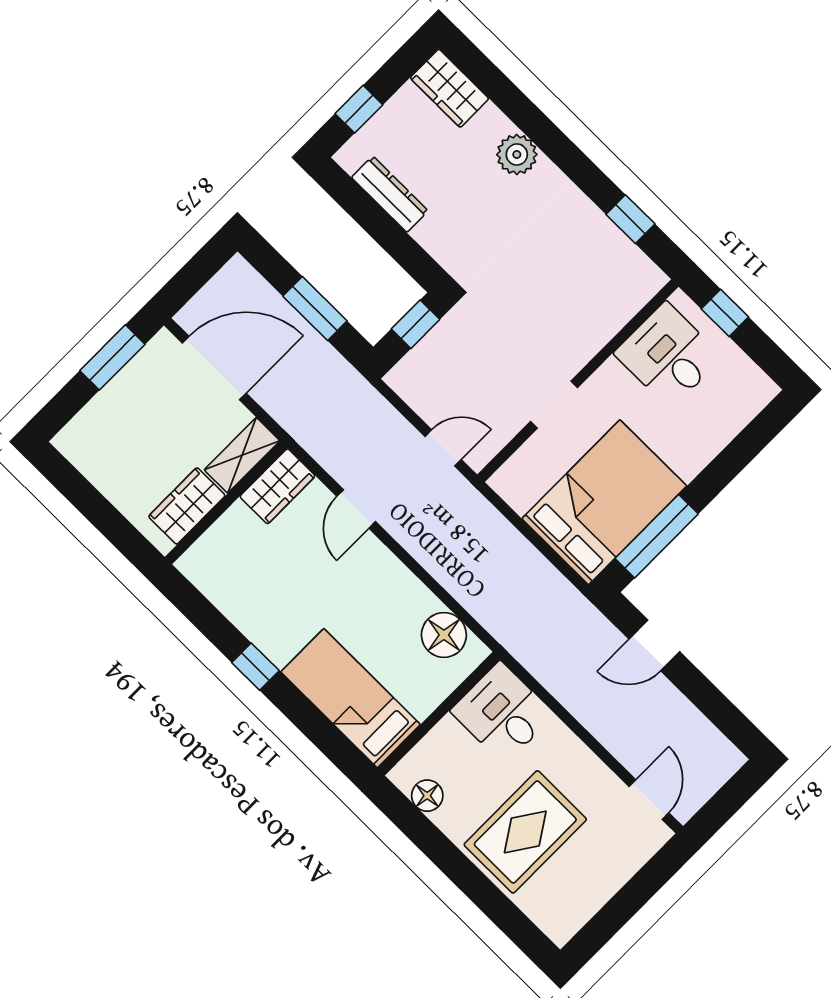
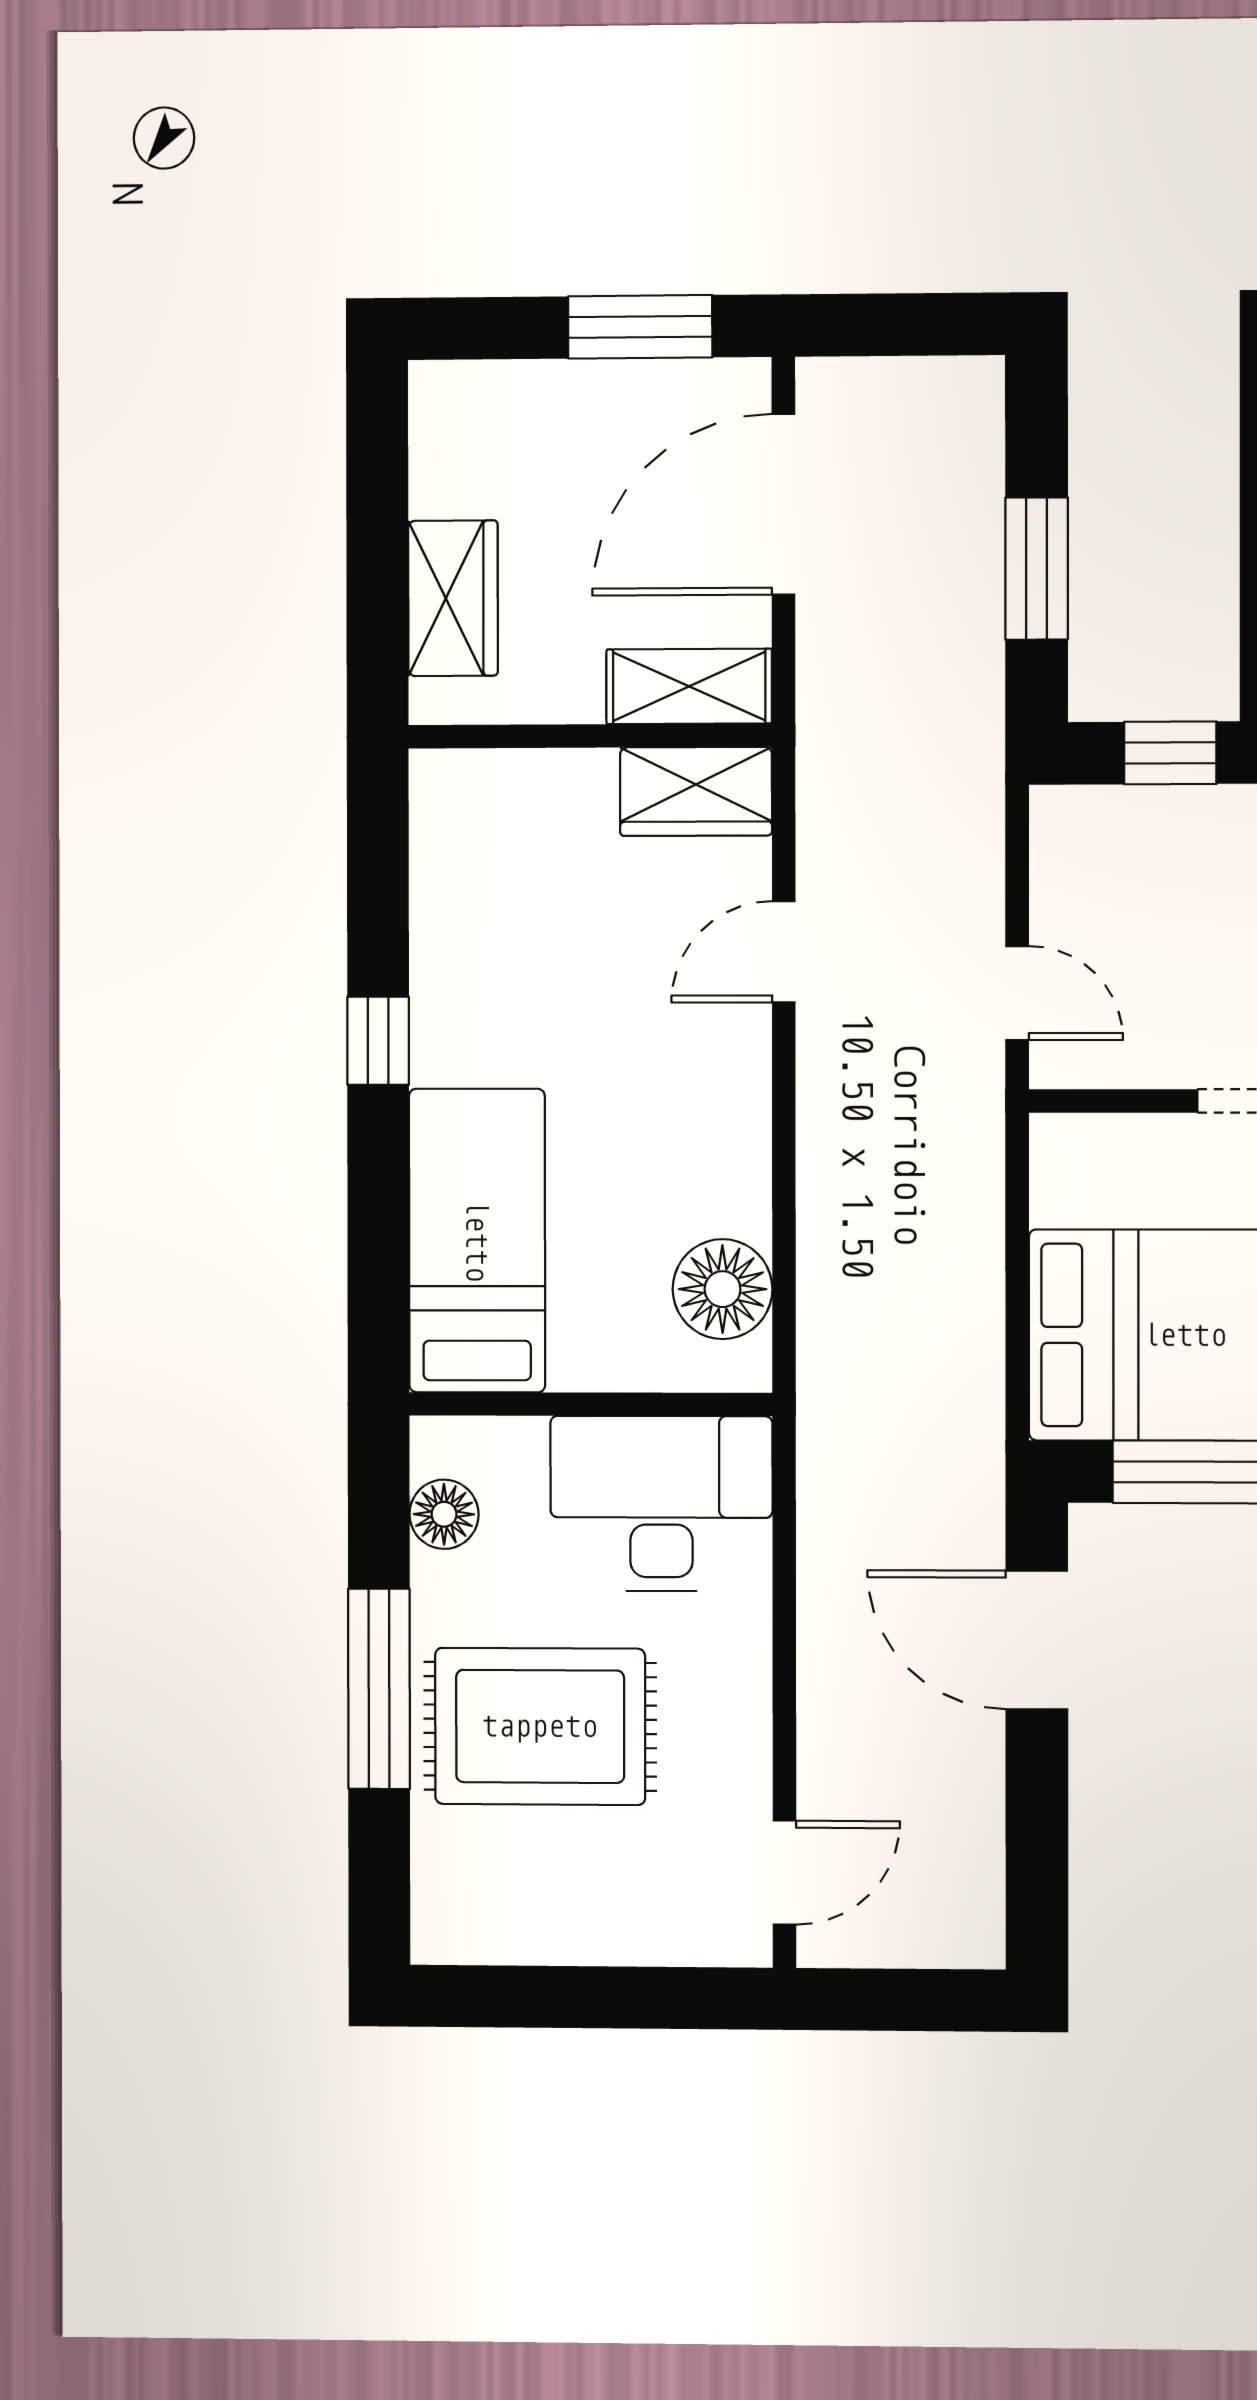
door: (214, 368) -> (783, 504), swing flipped
wardrobe: (187, 506) -> (453, 598), moved, turned 90
door: (654, 645) -> (1037, 1640), width x1.38
desk: (502, 713) -> (661, 1504), width x1.37
window: (462, 872) -> (379, 1689), added

